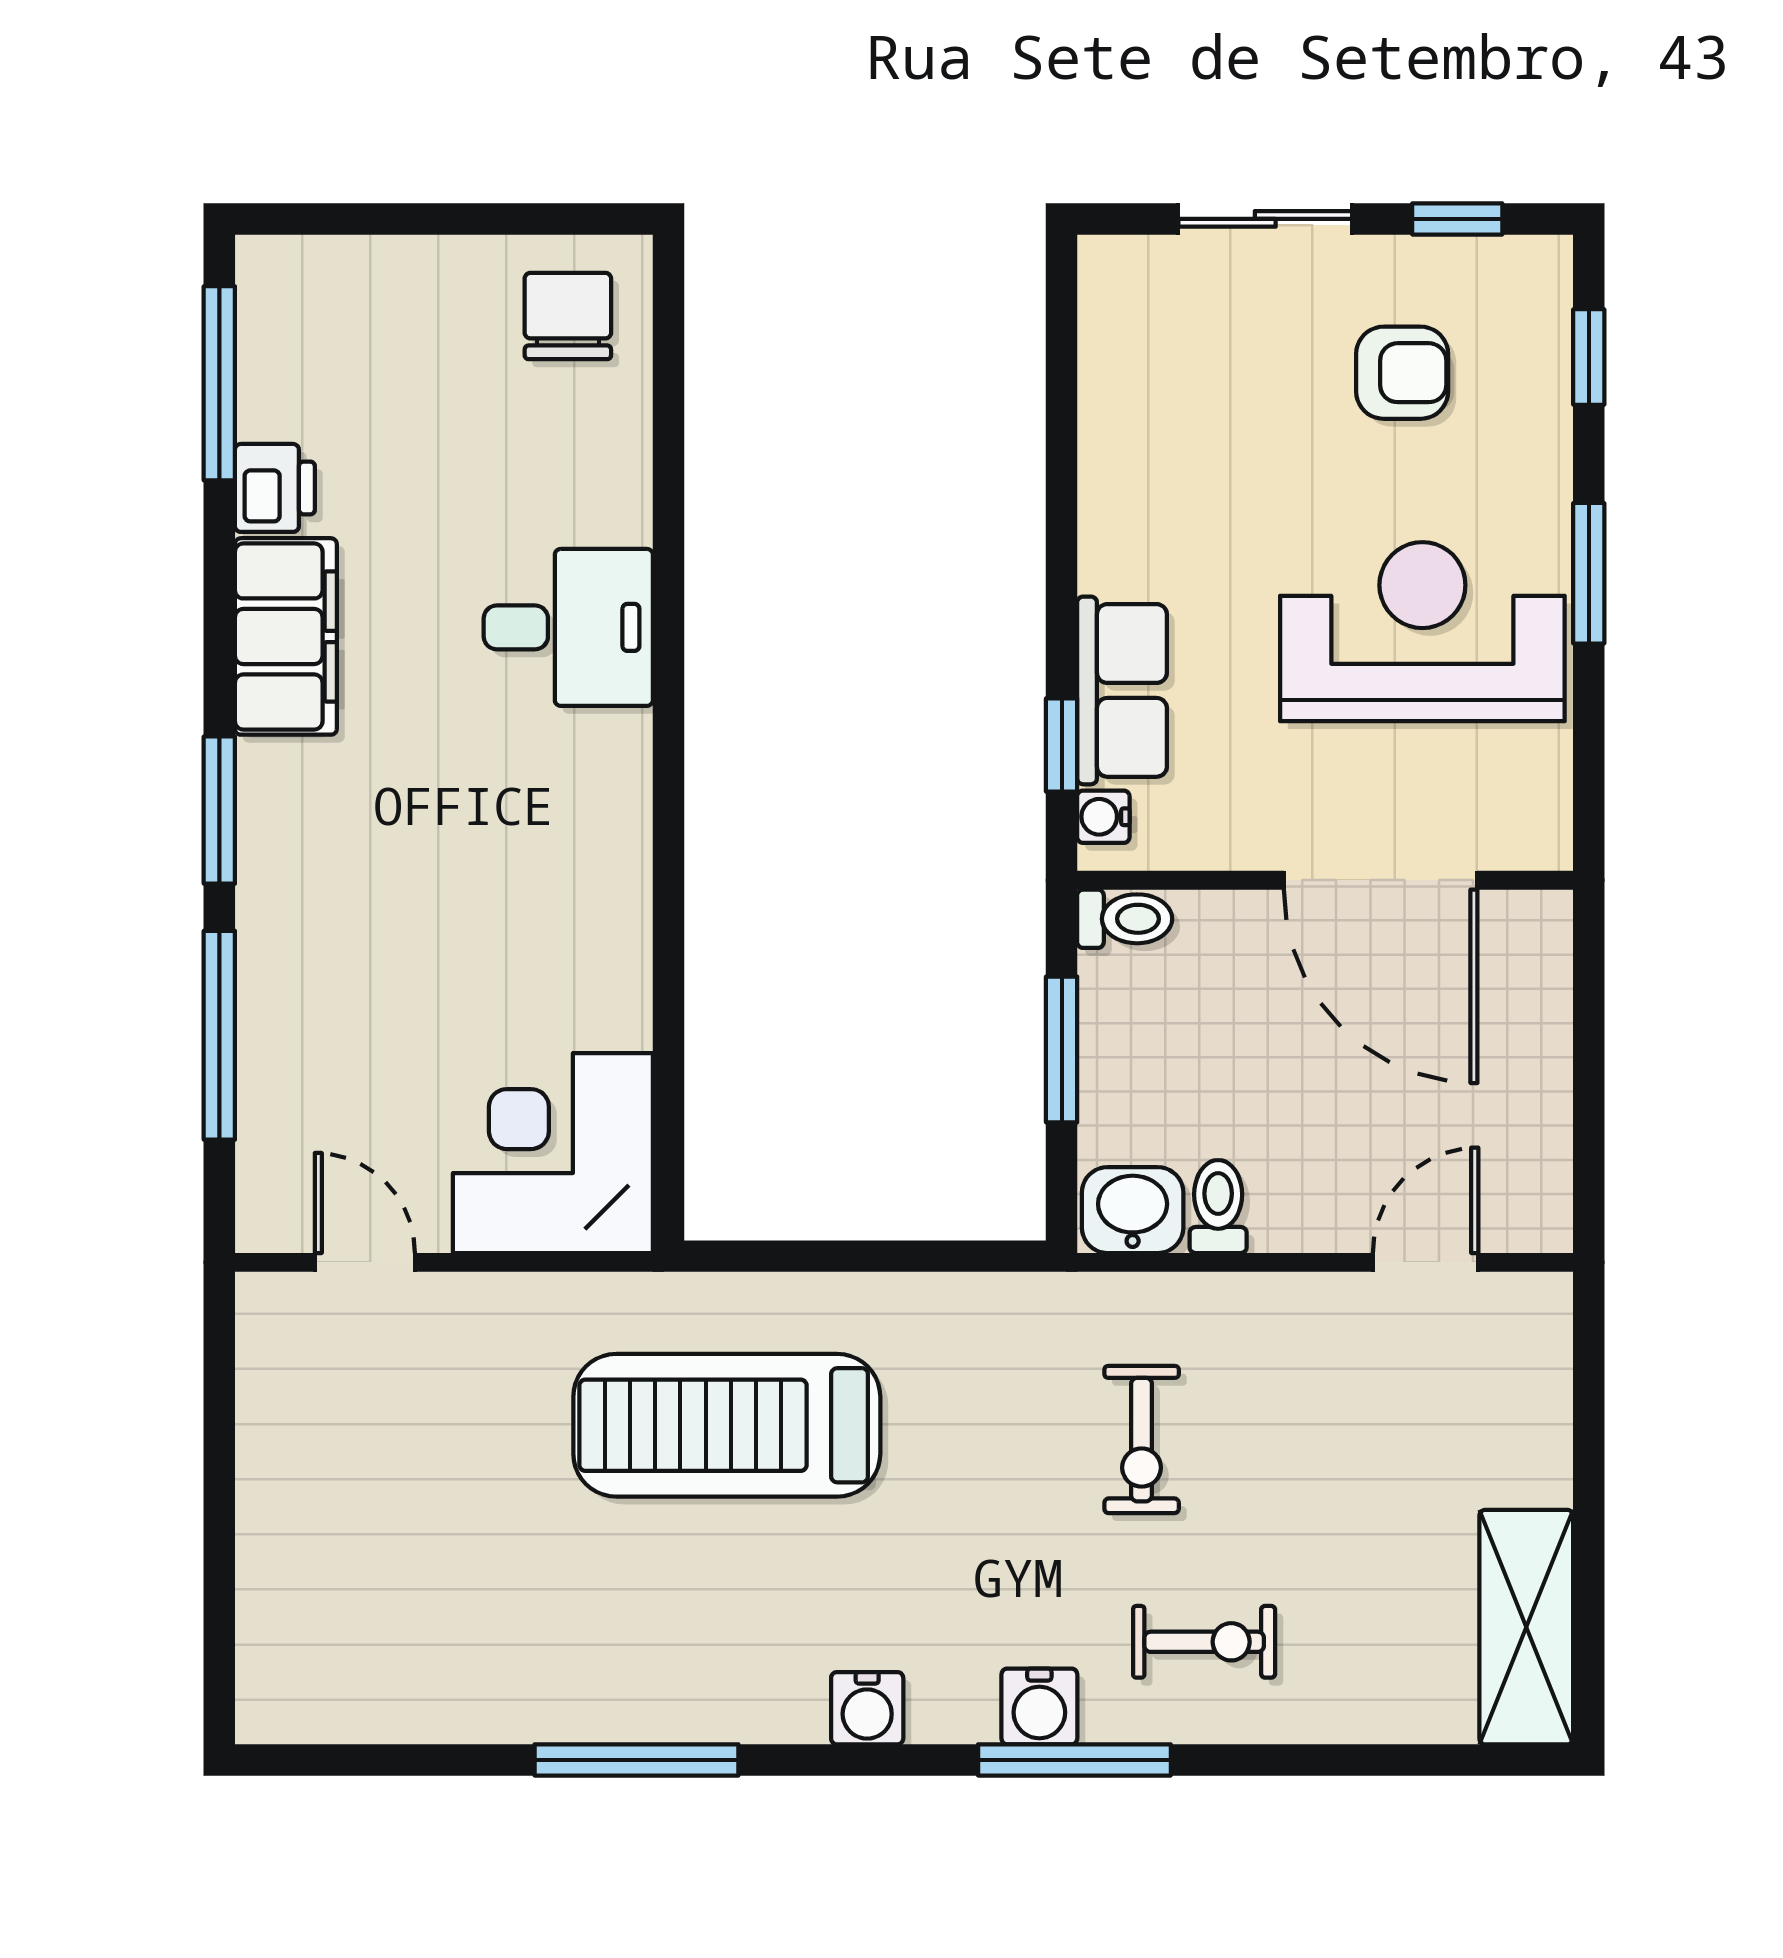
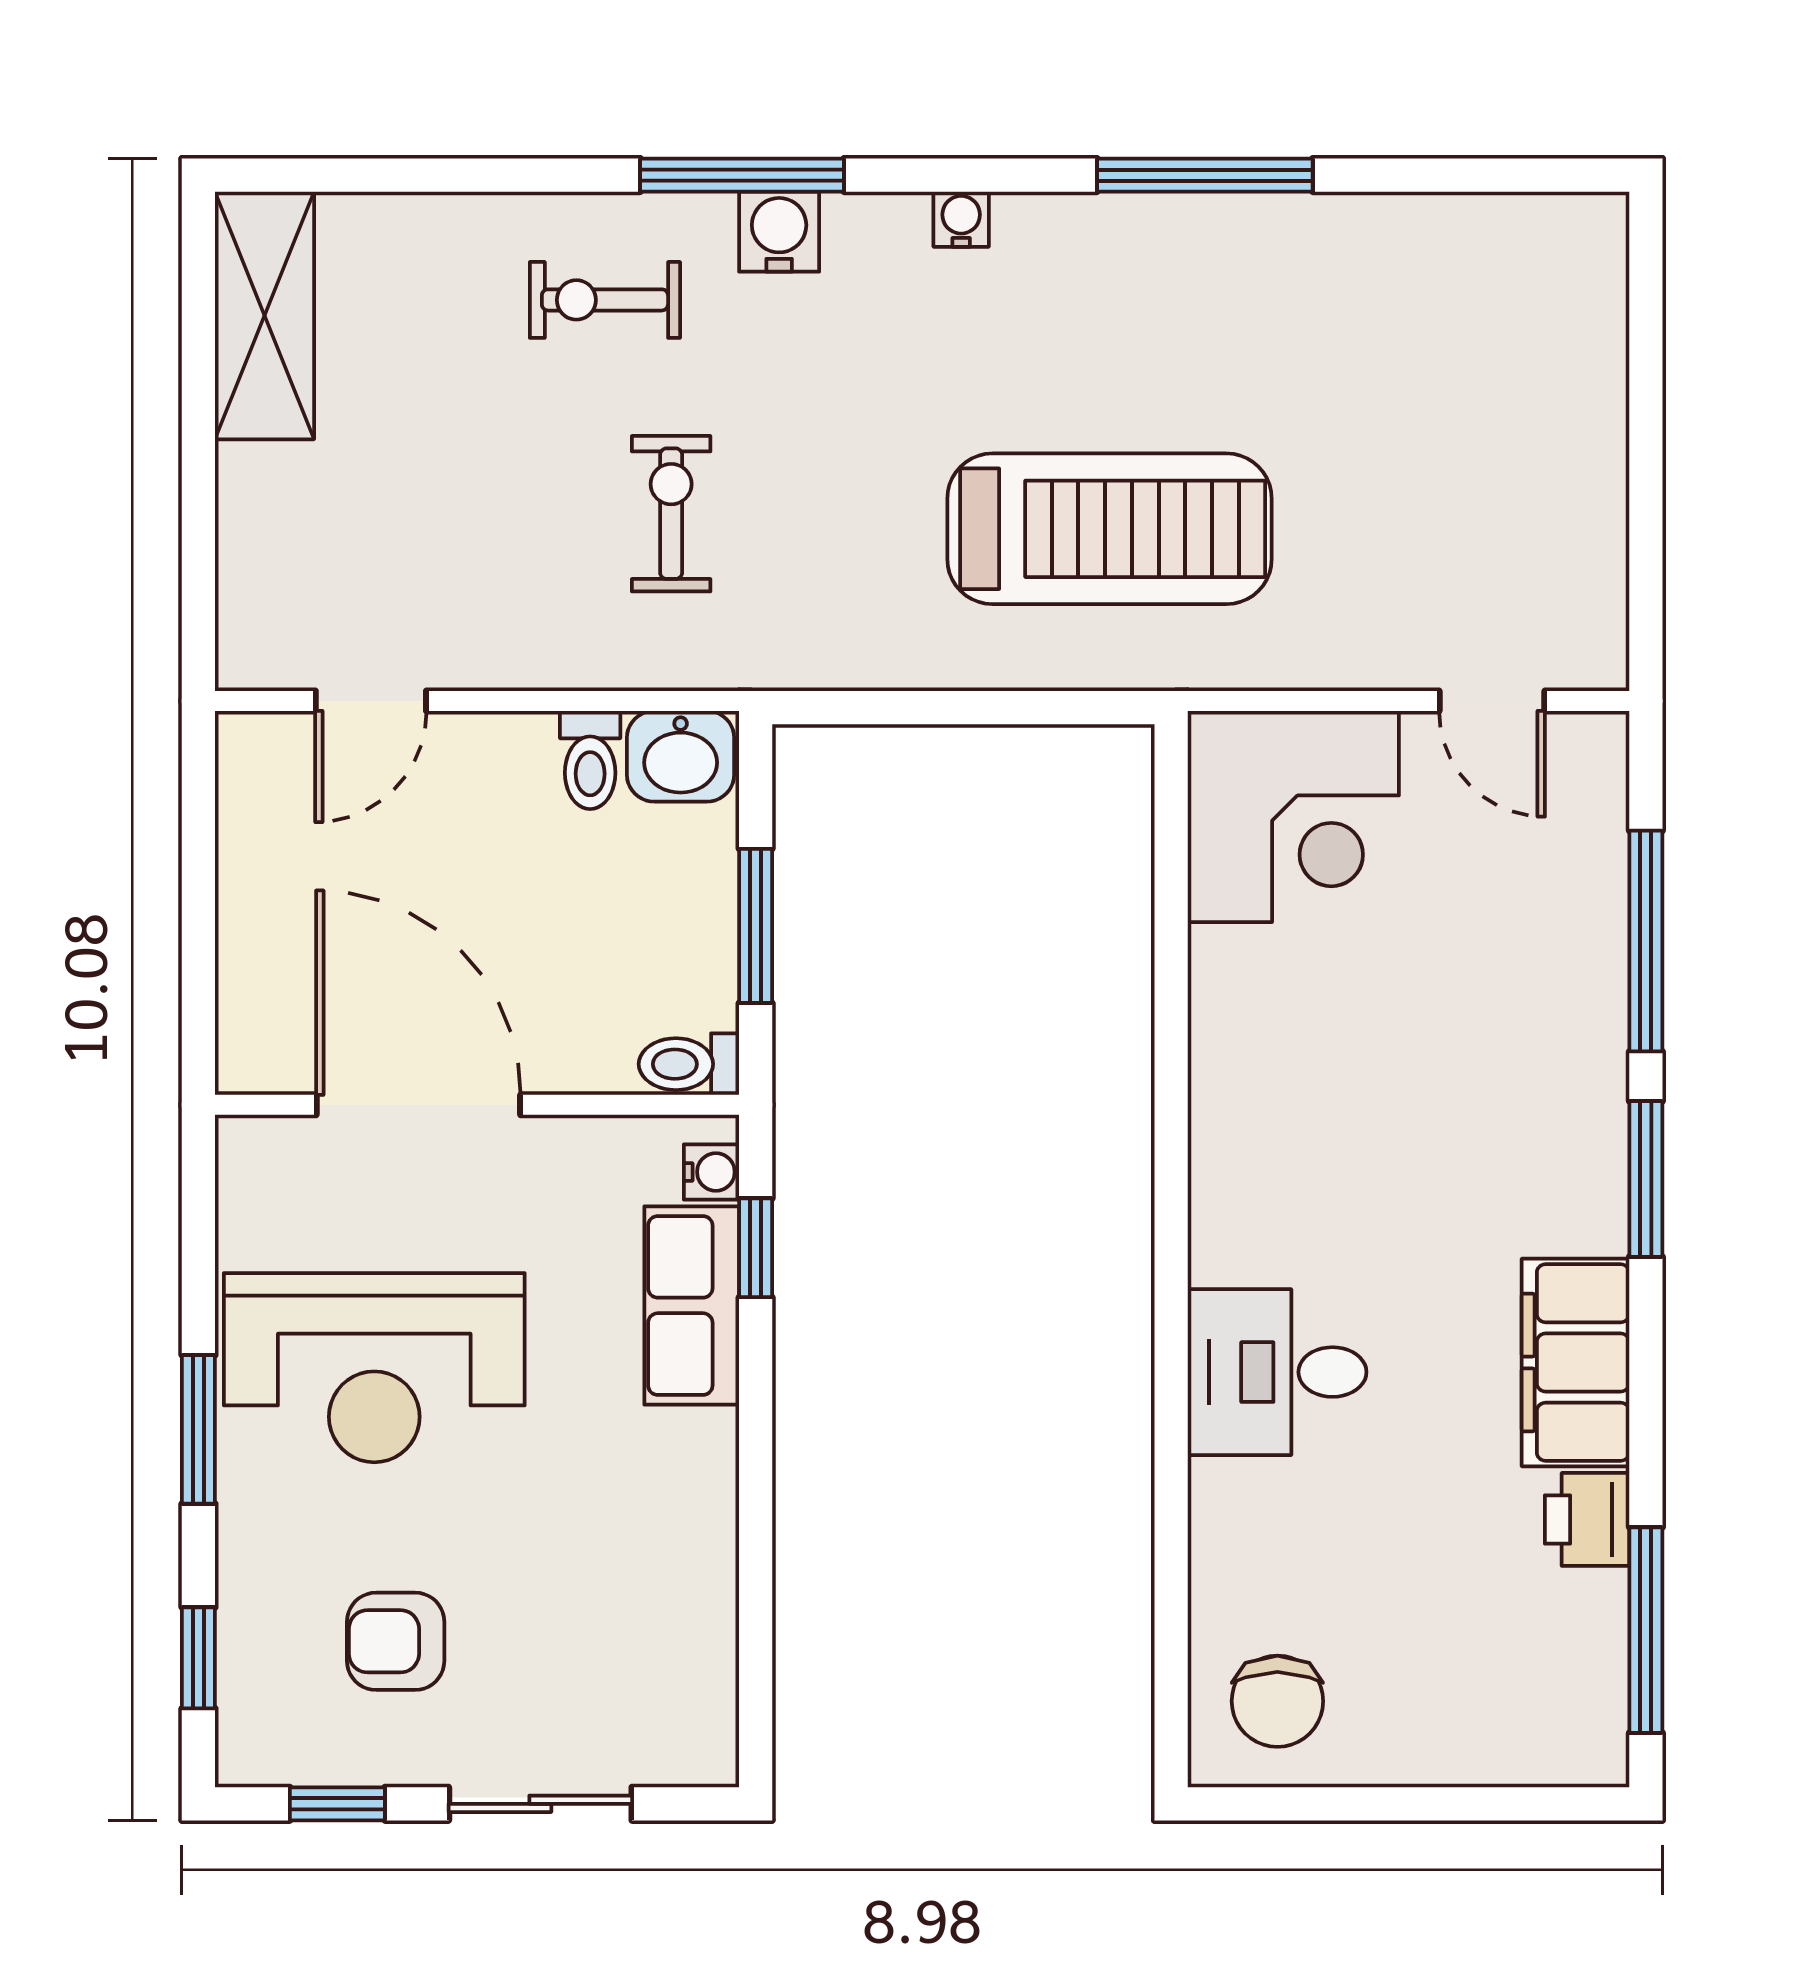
water cooler: (867, 1708) -> (961, 219), width x0.72, depth x0.72

